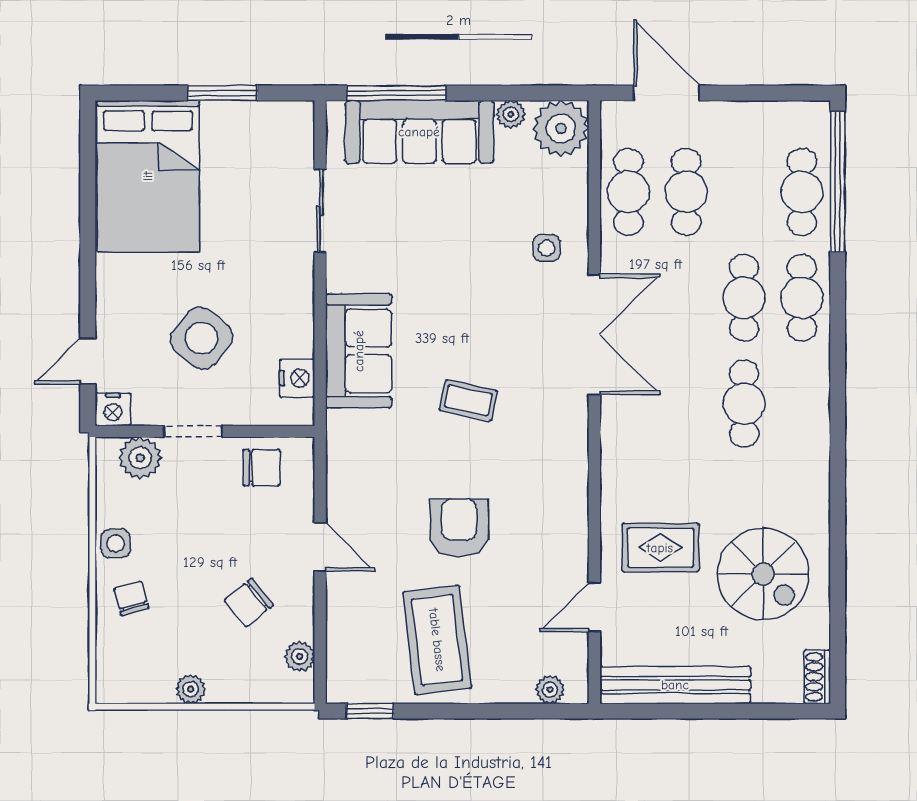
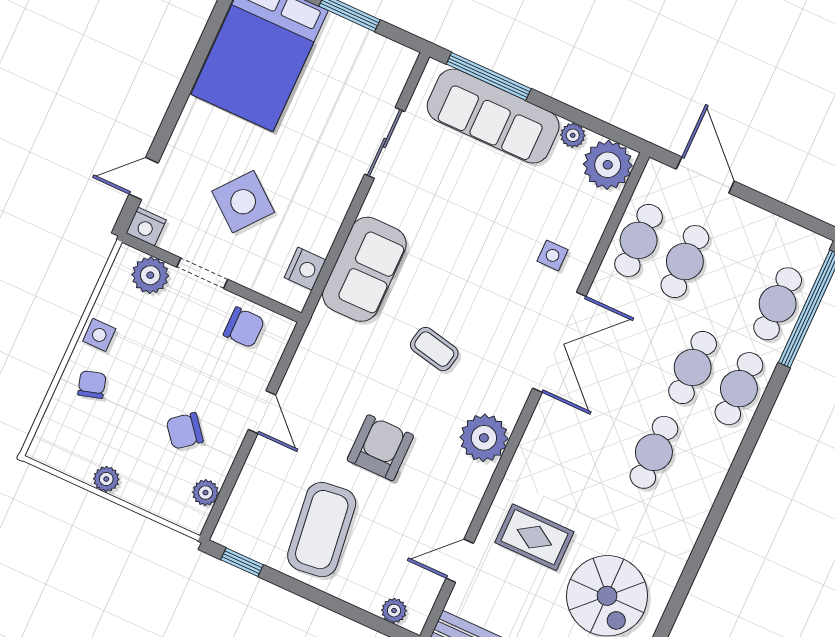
plant: (562, 469) -> (484, 438), added

